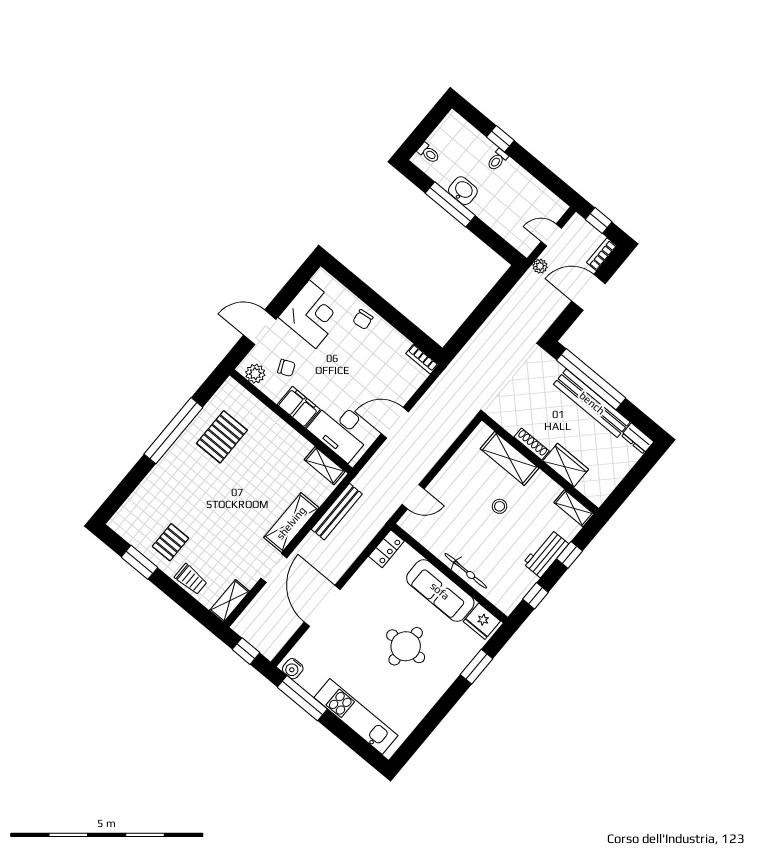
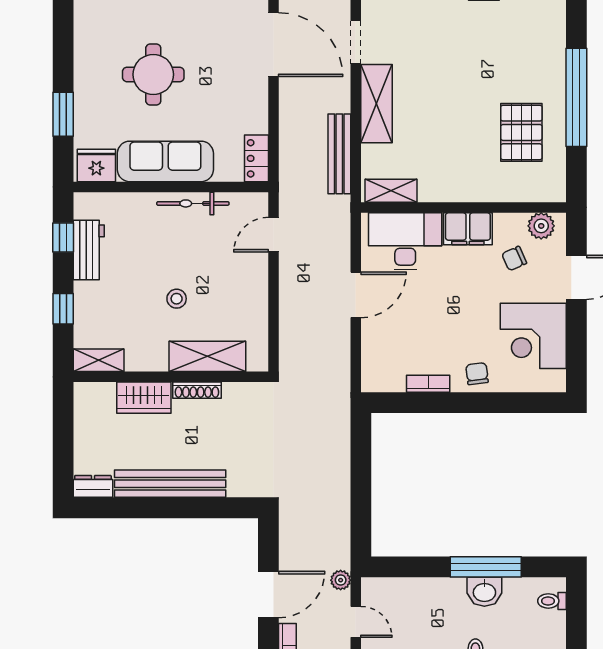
door: (551, 235) -> (356, 622), hinge flipped
bookcase: (422, 359) -> (428, 384), moved
window: (591, 379) -> (191, 508), removed
workbench: (546, 553) -> (89, 250), moved
bicycle: (466, 571) -> (193, 203), moved

